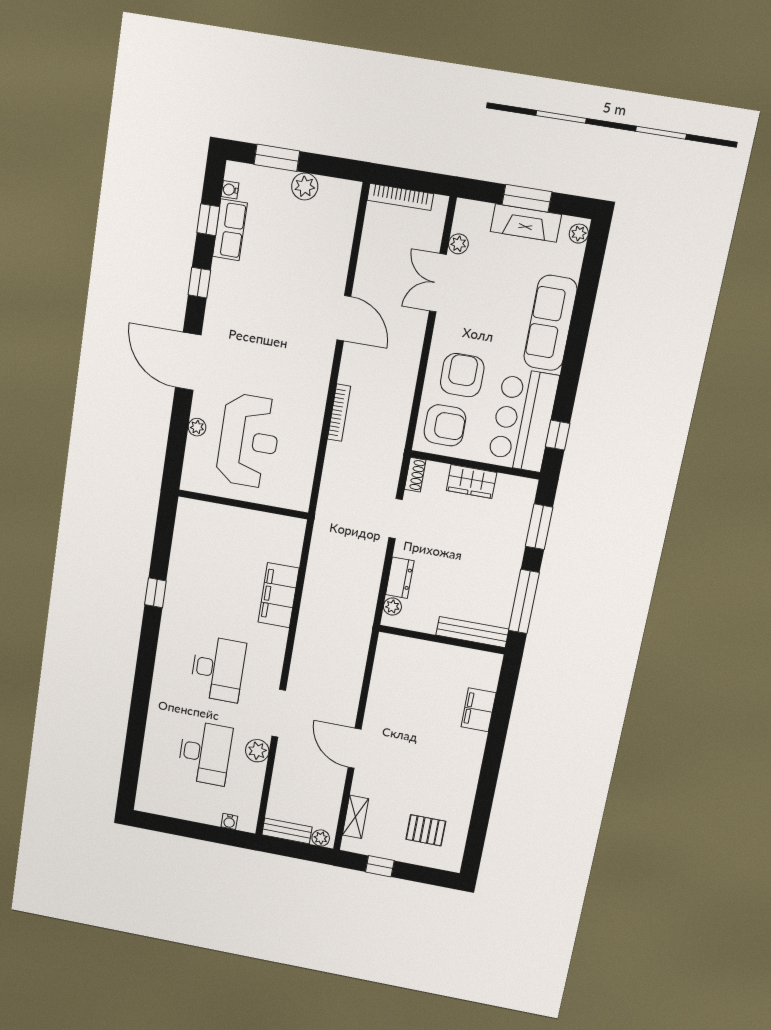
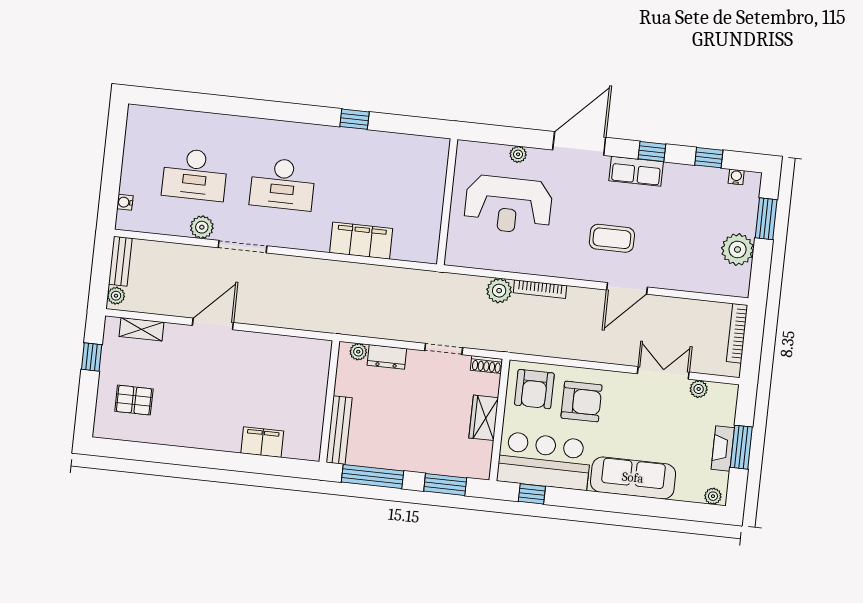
plant: (305, 186) -> (738, 249), width x1.36, depth x1.36
fireplace: (526, 223) -> (723, 449), width x0.73, depth x0.76
row of seats: (230, 230) -> (636, 171), moved
coffee table: (289, 332) -> (612, 238), added
plant: (338, 456) -> (499, 291), added
pallet: (426, 830) -> (134, 400), turned 90

